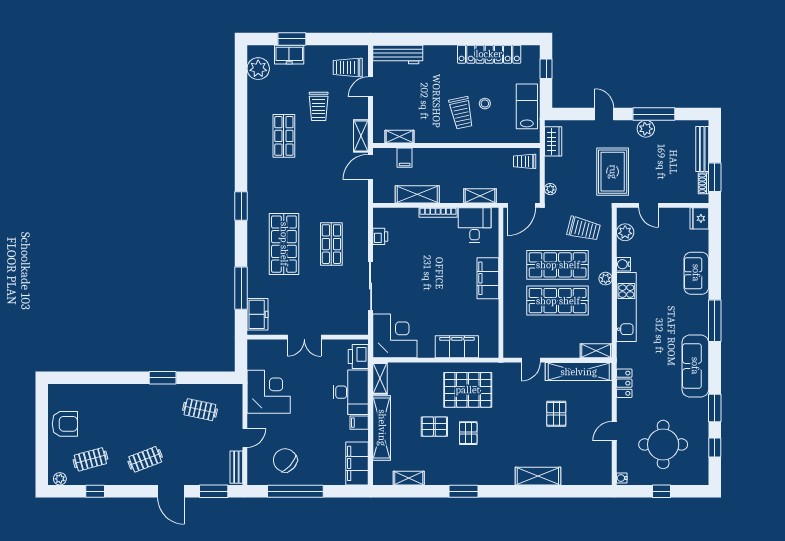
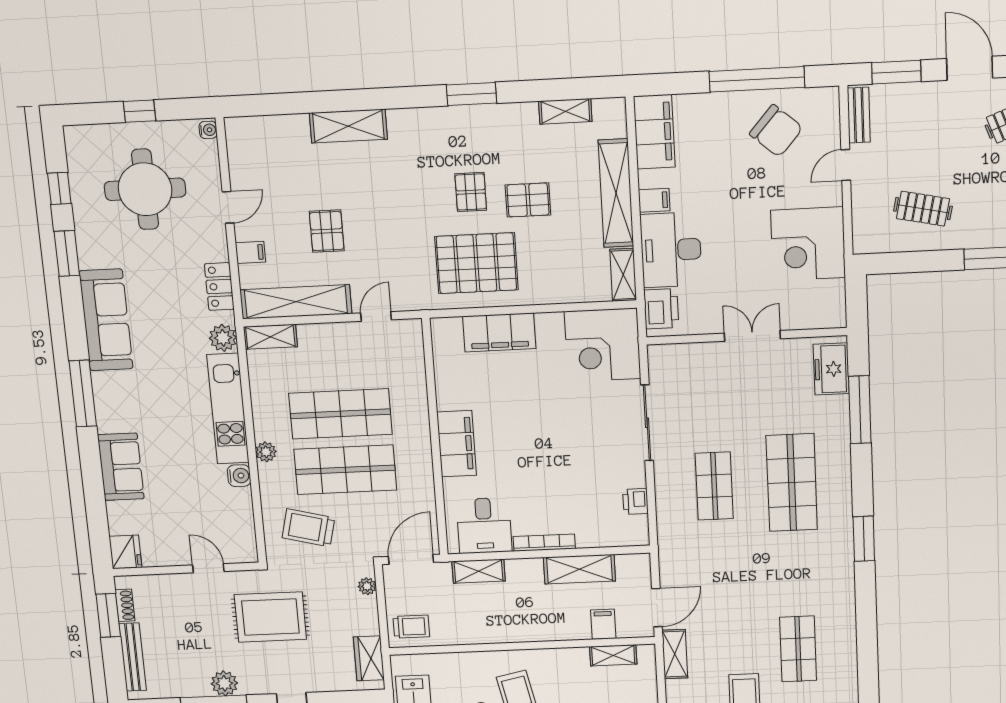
rug: (613, 172) -> (270, 617), turned 90
plant: (625, 232) -> (223, 338), moved
filing cabinet: (603, 403) -> (251, 252), added

